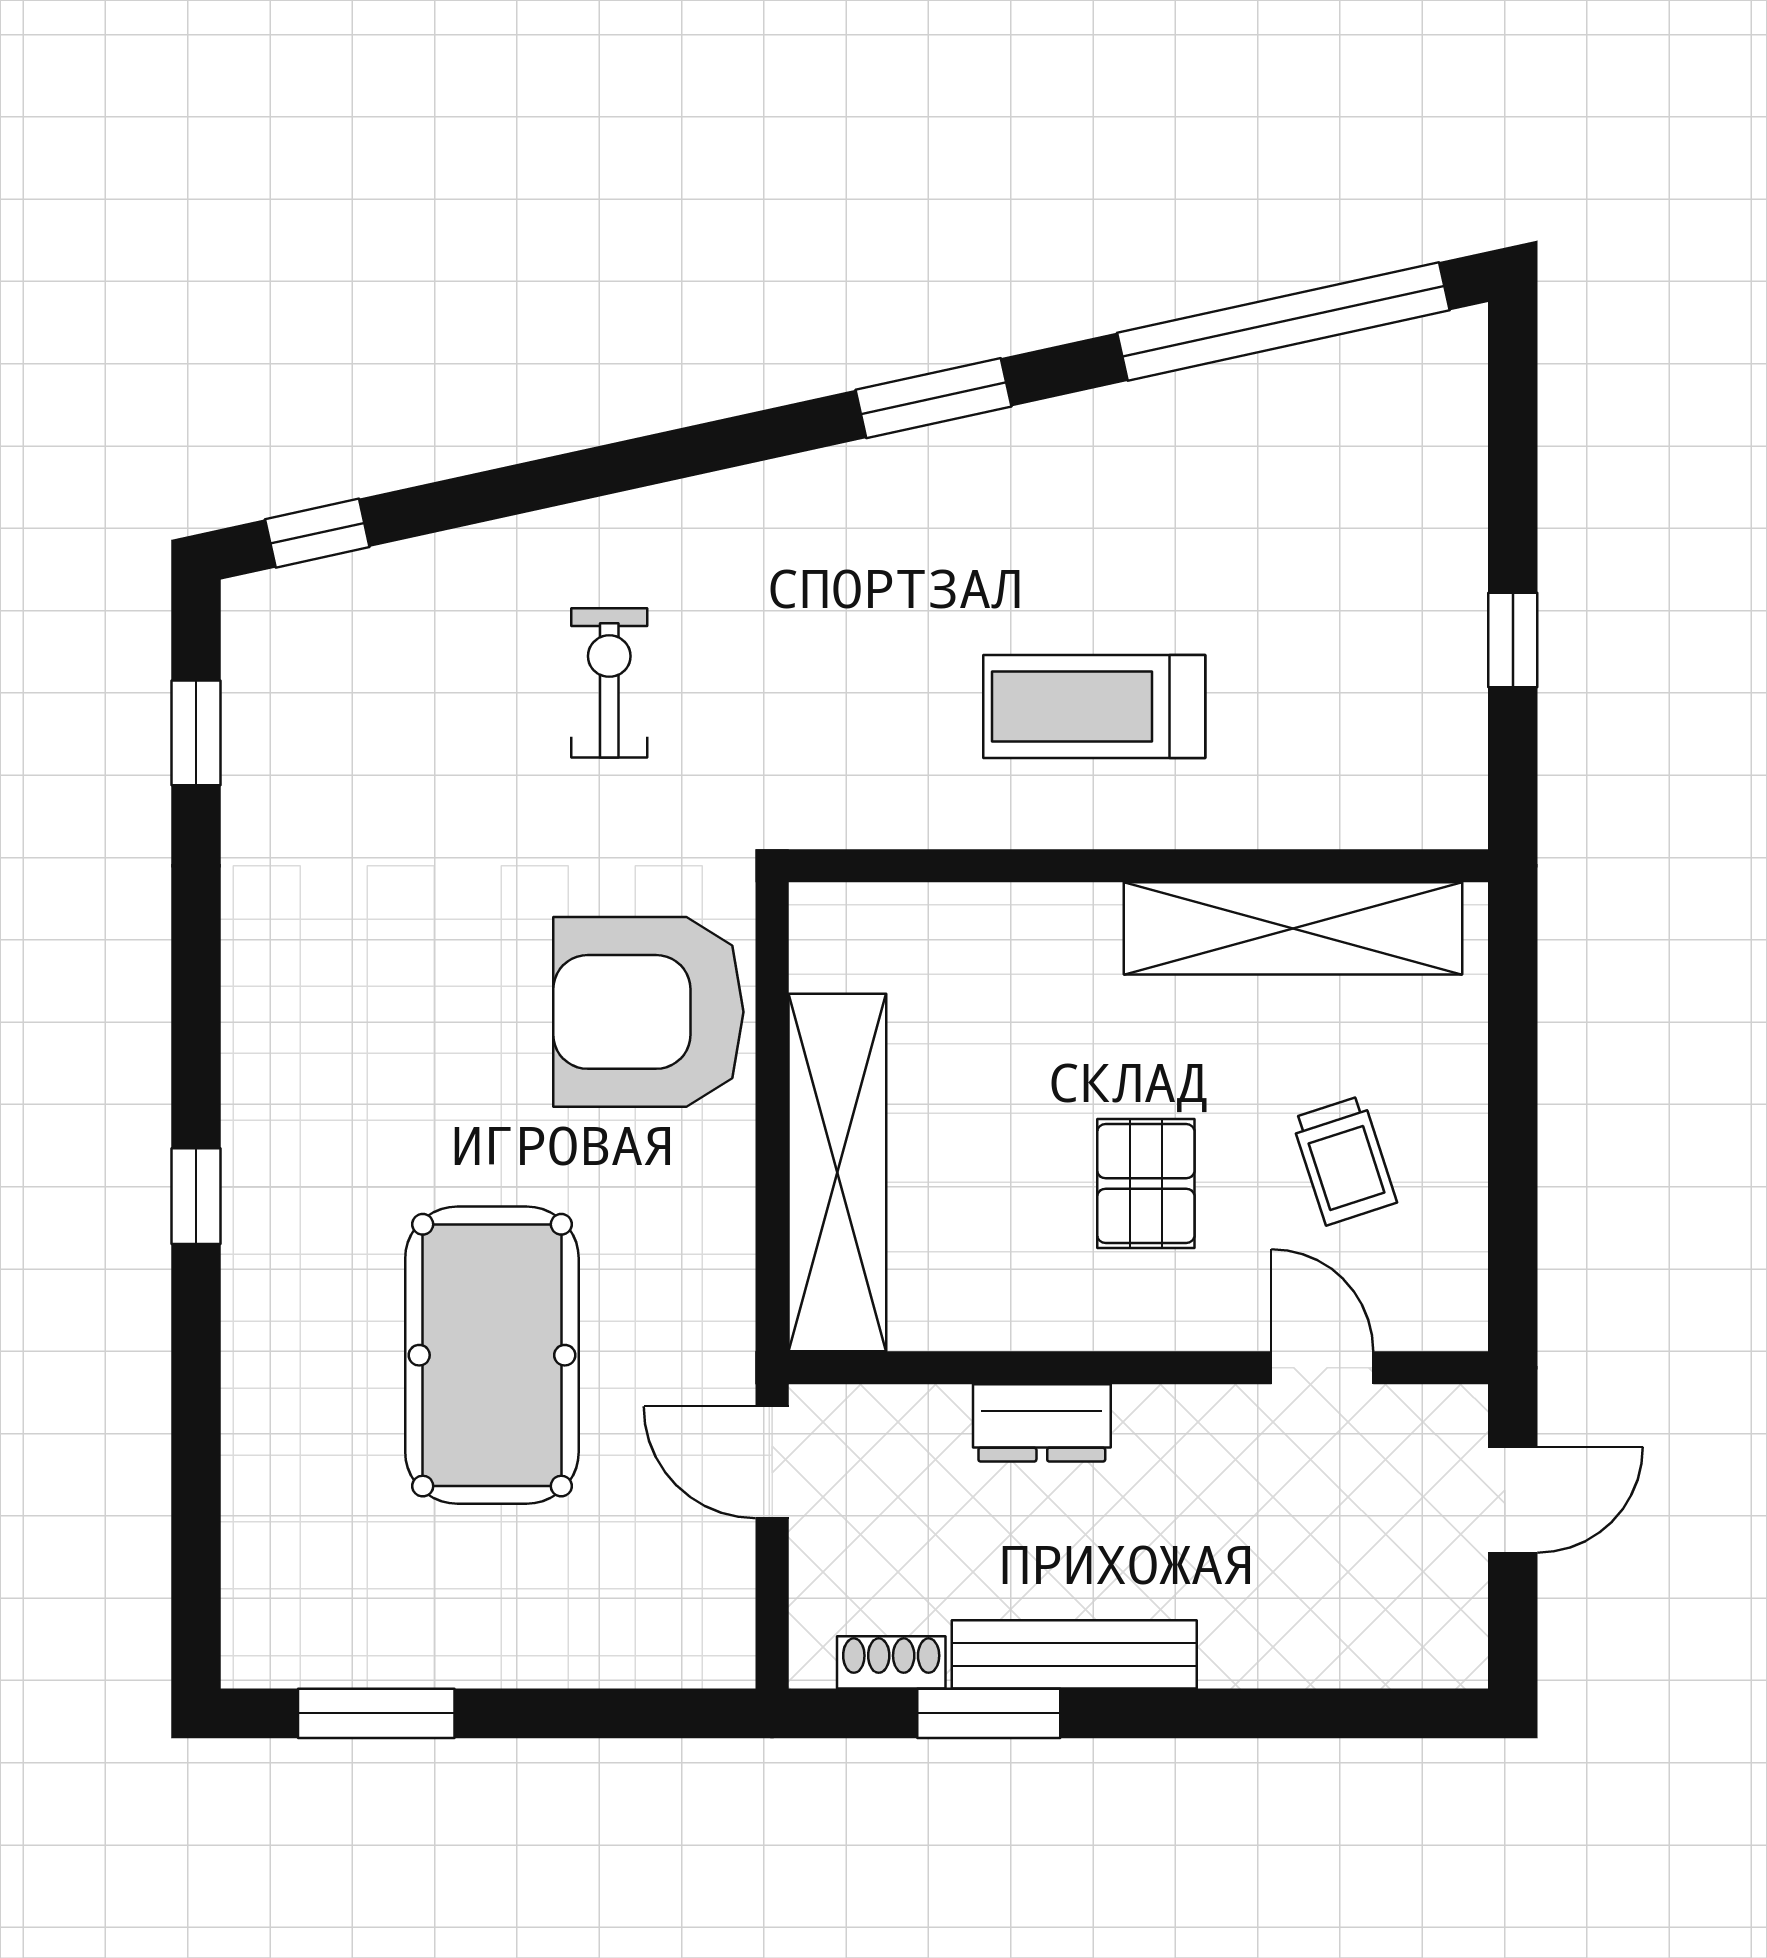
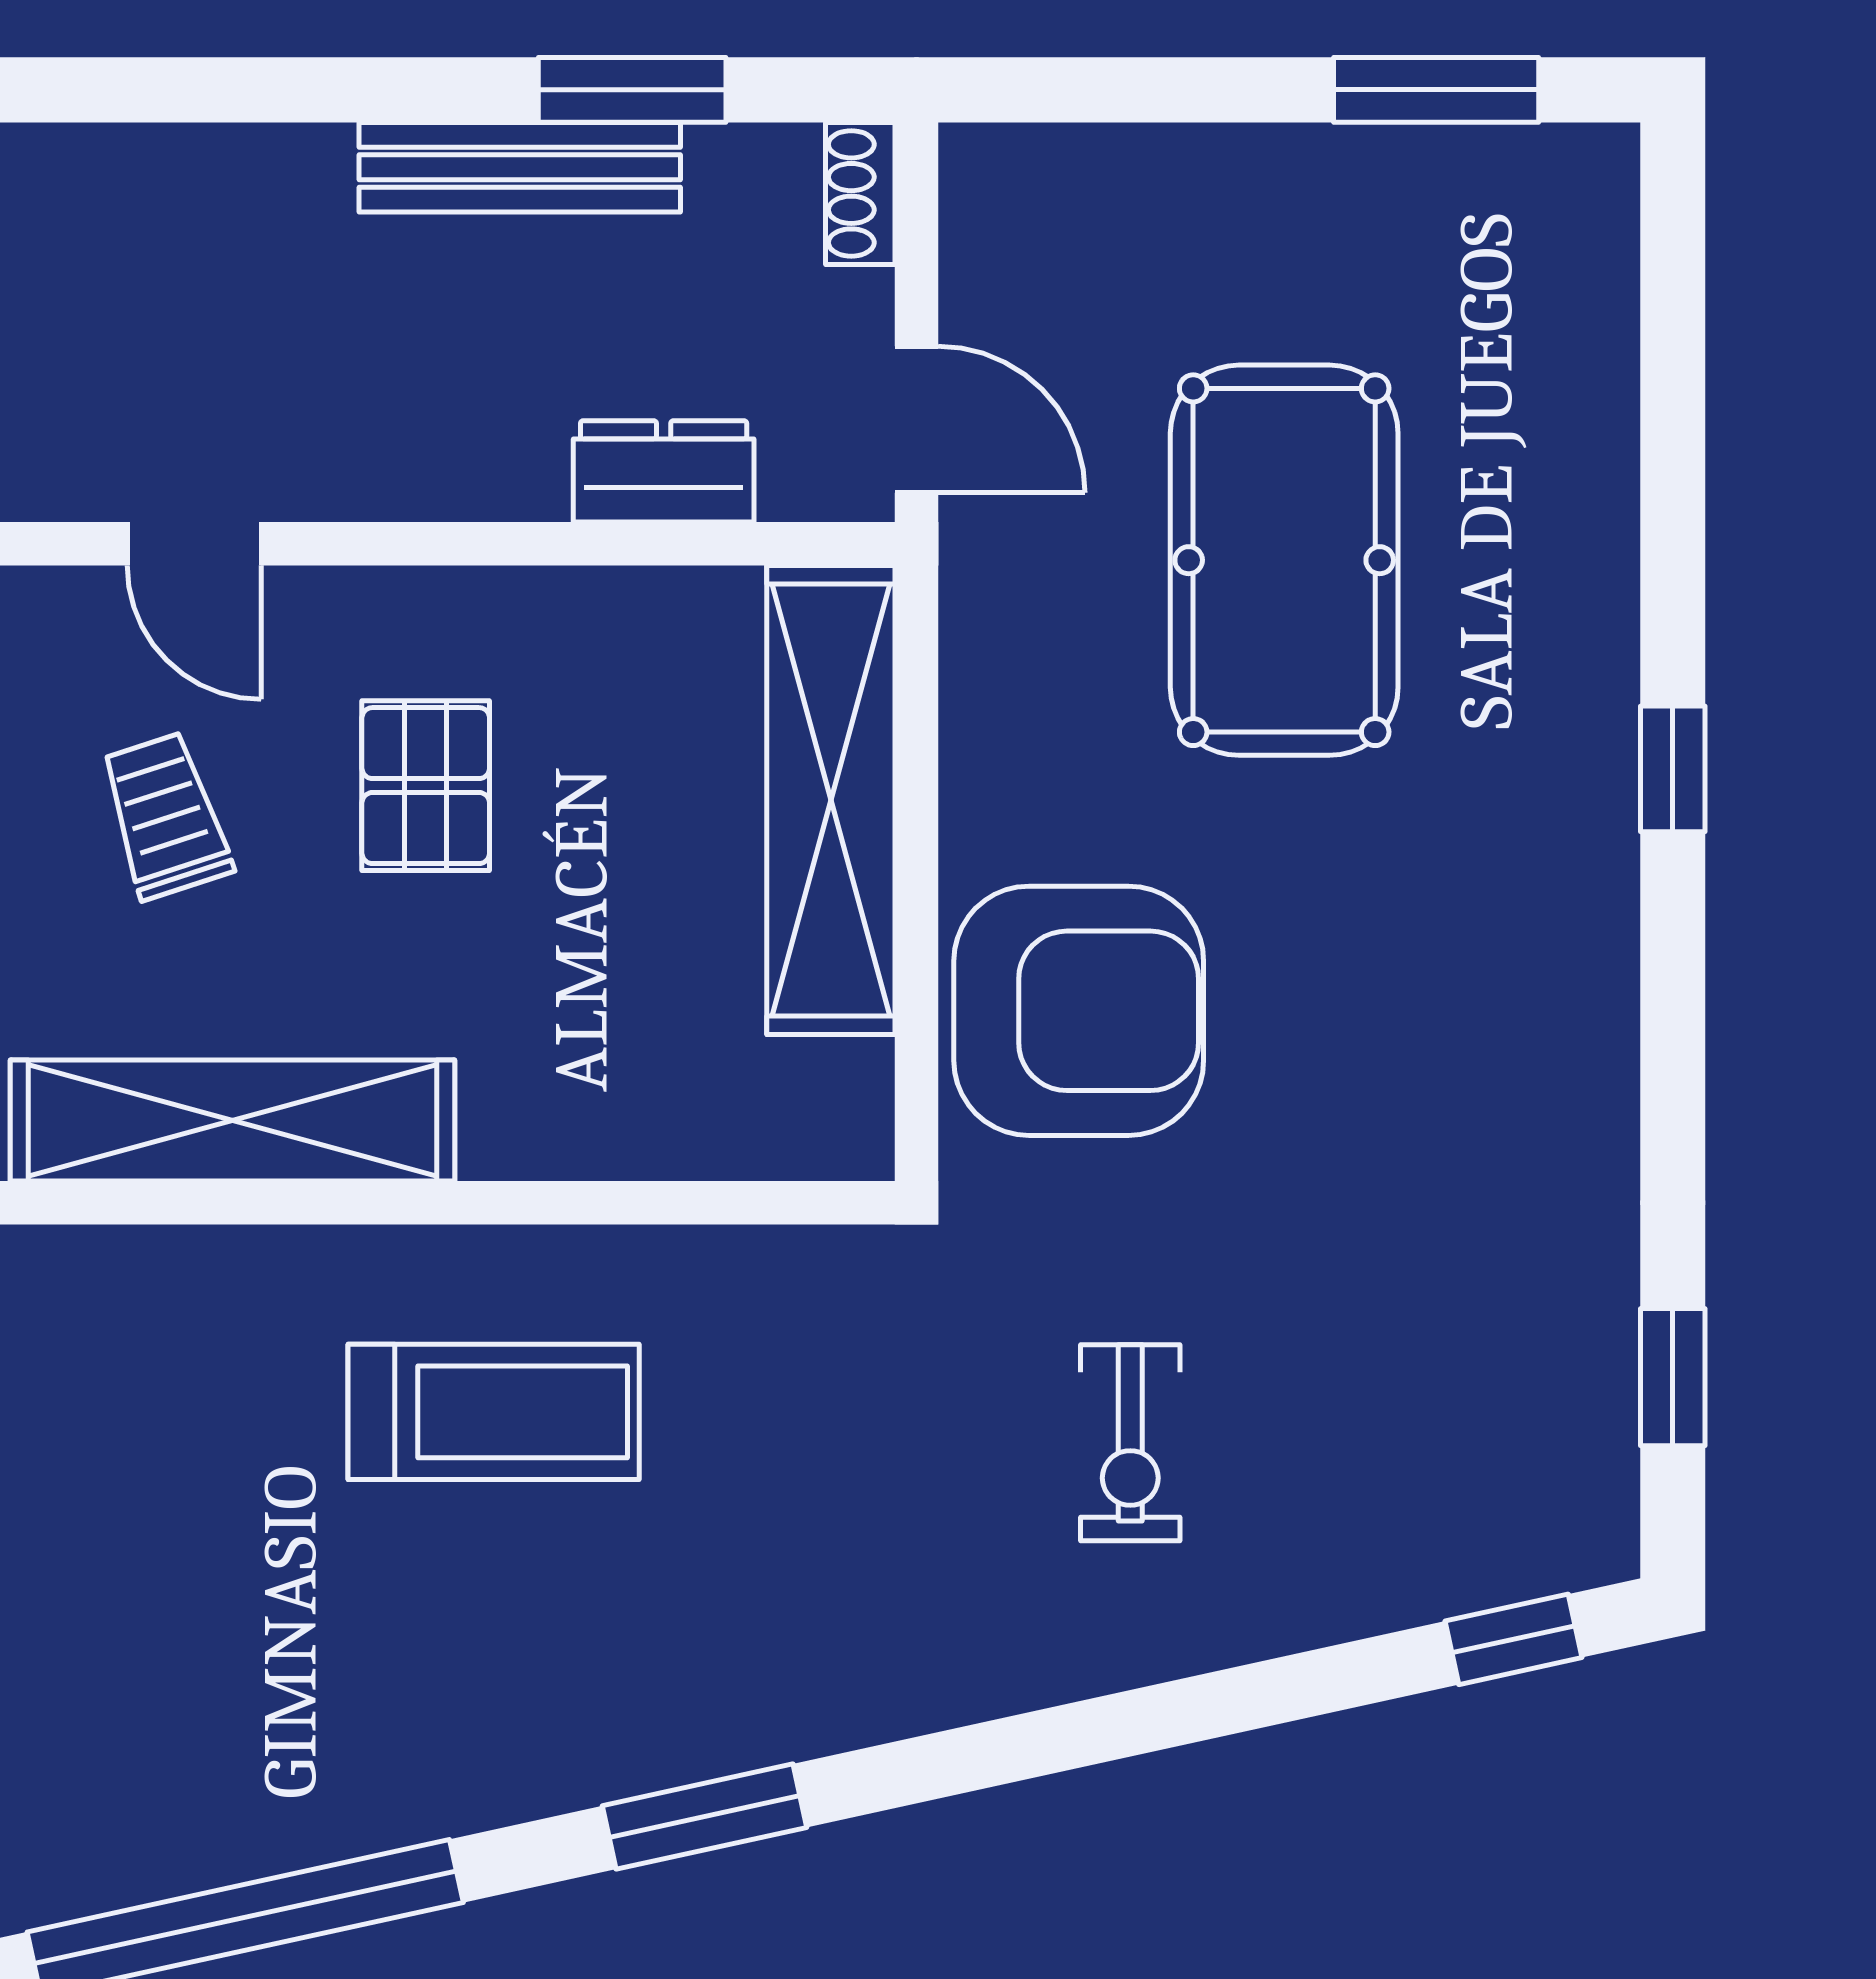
dresser: (1042, 1423) -> (664, 471), moved
shoe rack: (891, 1662) -> (860, 193), moved, turned 90

